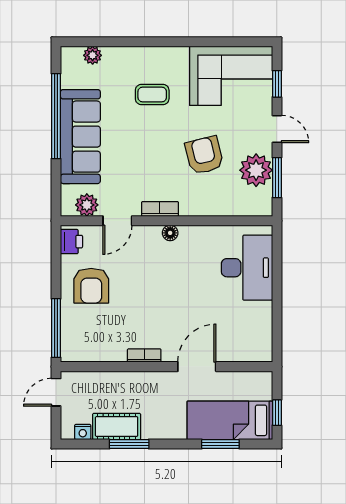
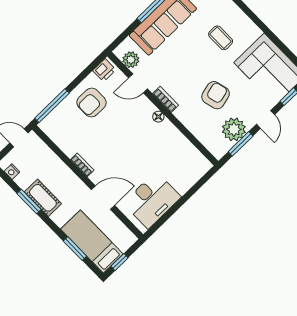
desk: (247, 268) -> (152, 200), moved
cot: (117, 426) -> (43, 198), moved

